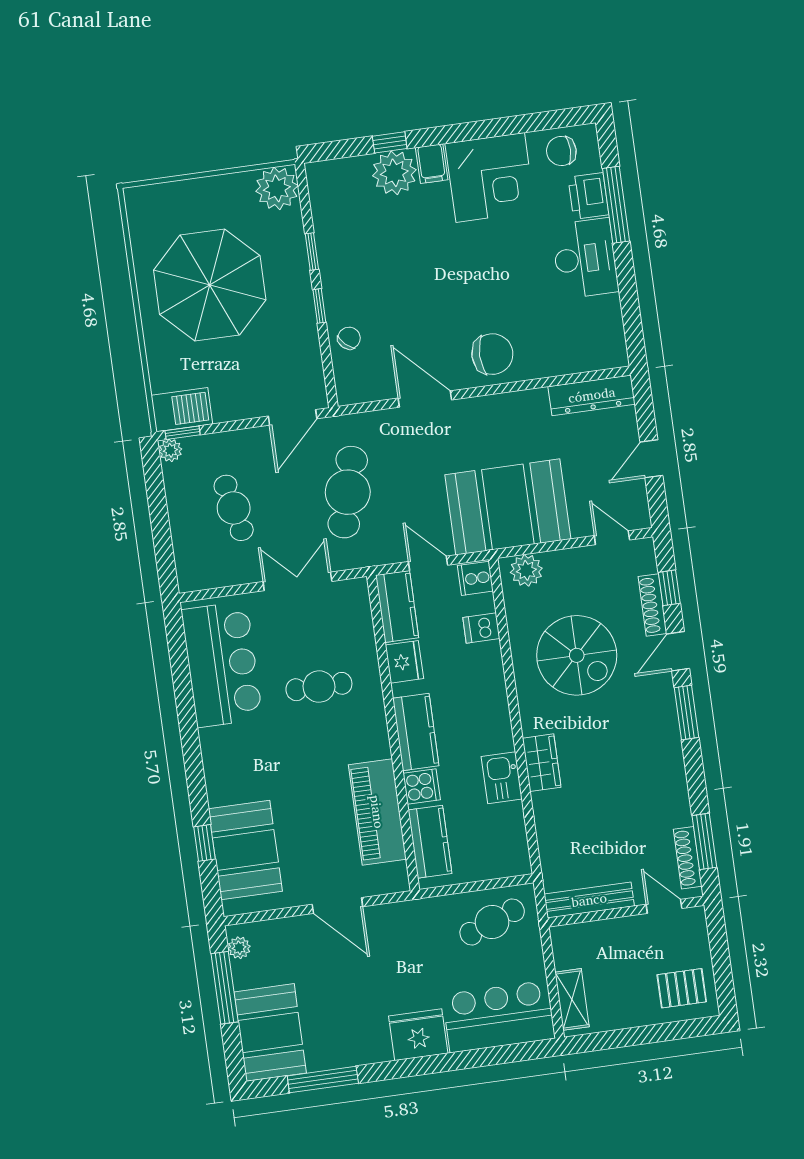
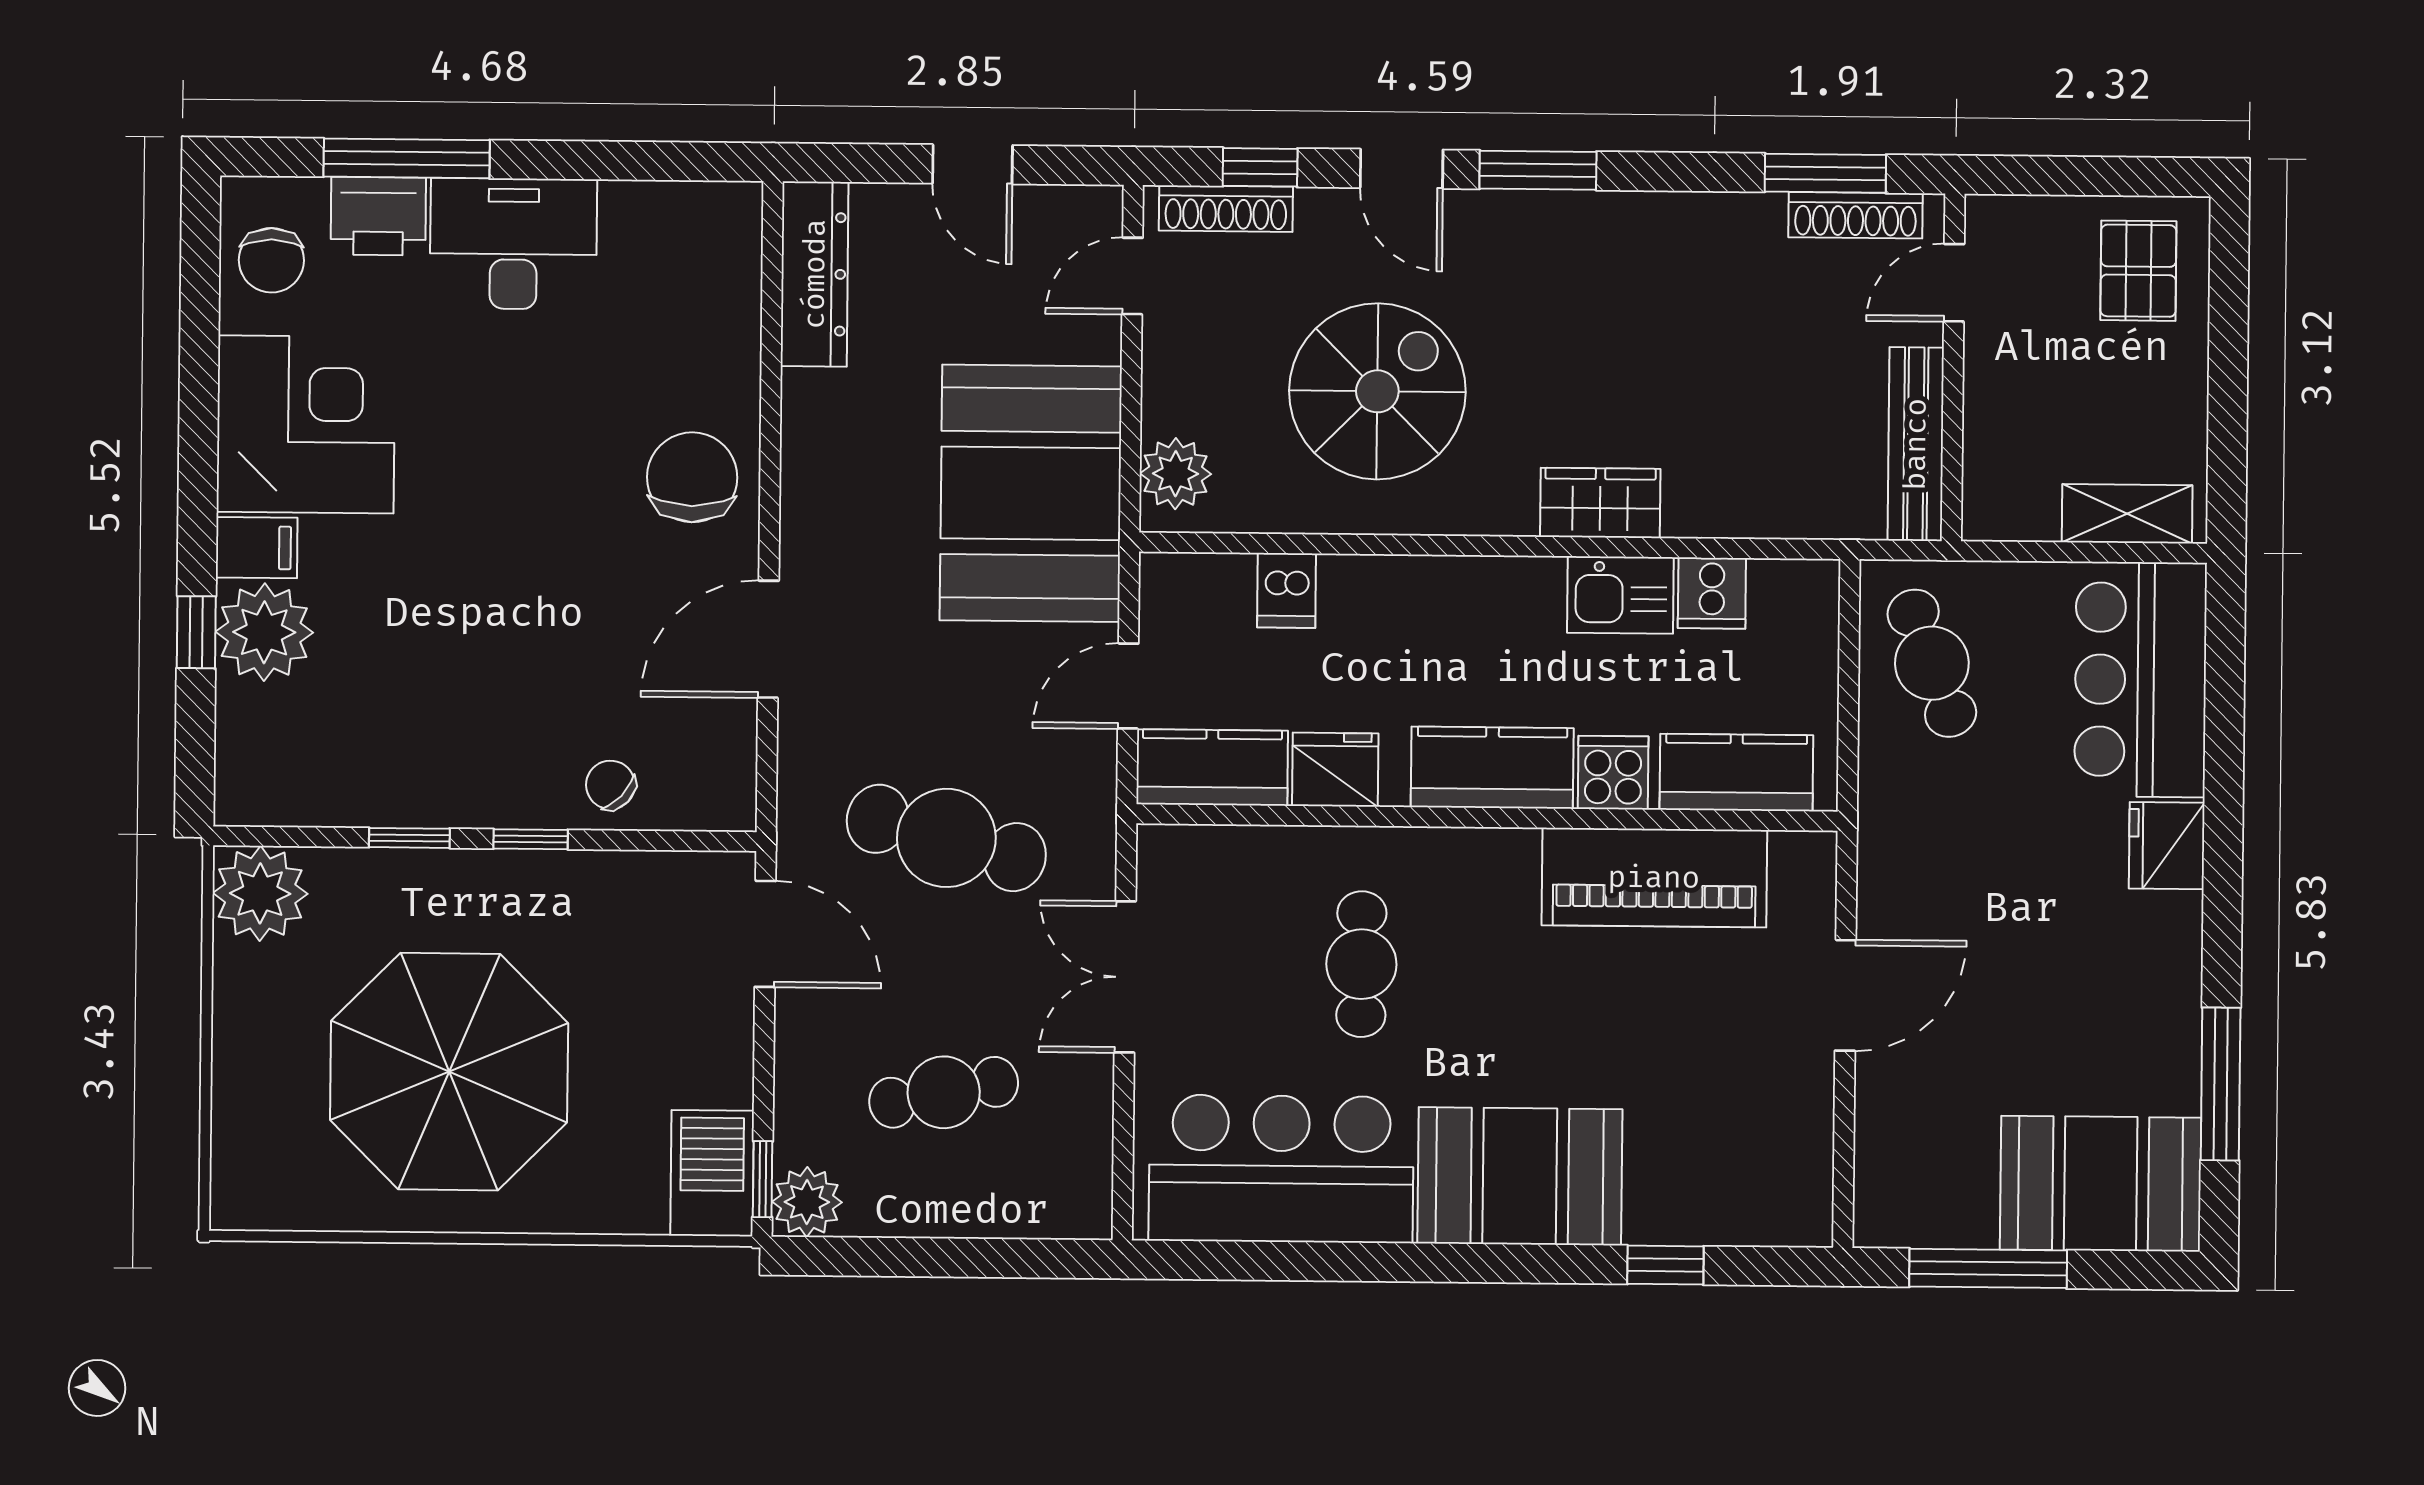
plant: (170, 450) -> (807, 1202), width x1.38, depth x1.38
cooker: (475, 578) -> (1712, 593), moved
shoe rack: (653, 605) -> (1226, 209), moved
booth: (245, 850) -> (1520, 1176), moved
plant: (239, 948) -> (1905, 1224), removed
fridge: (418, 1035) -> (2167, 846), width x0.73, depth x0.75

